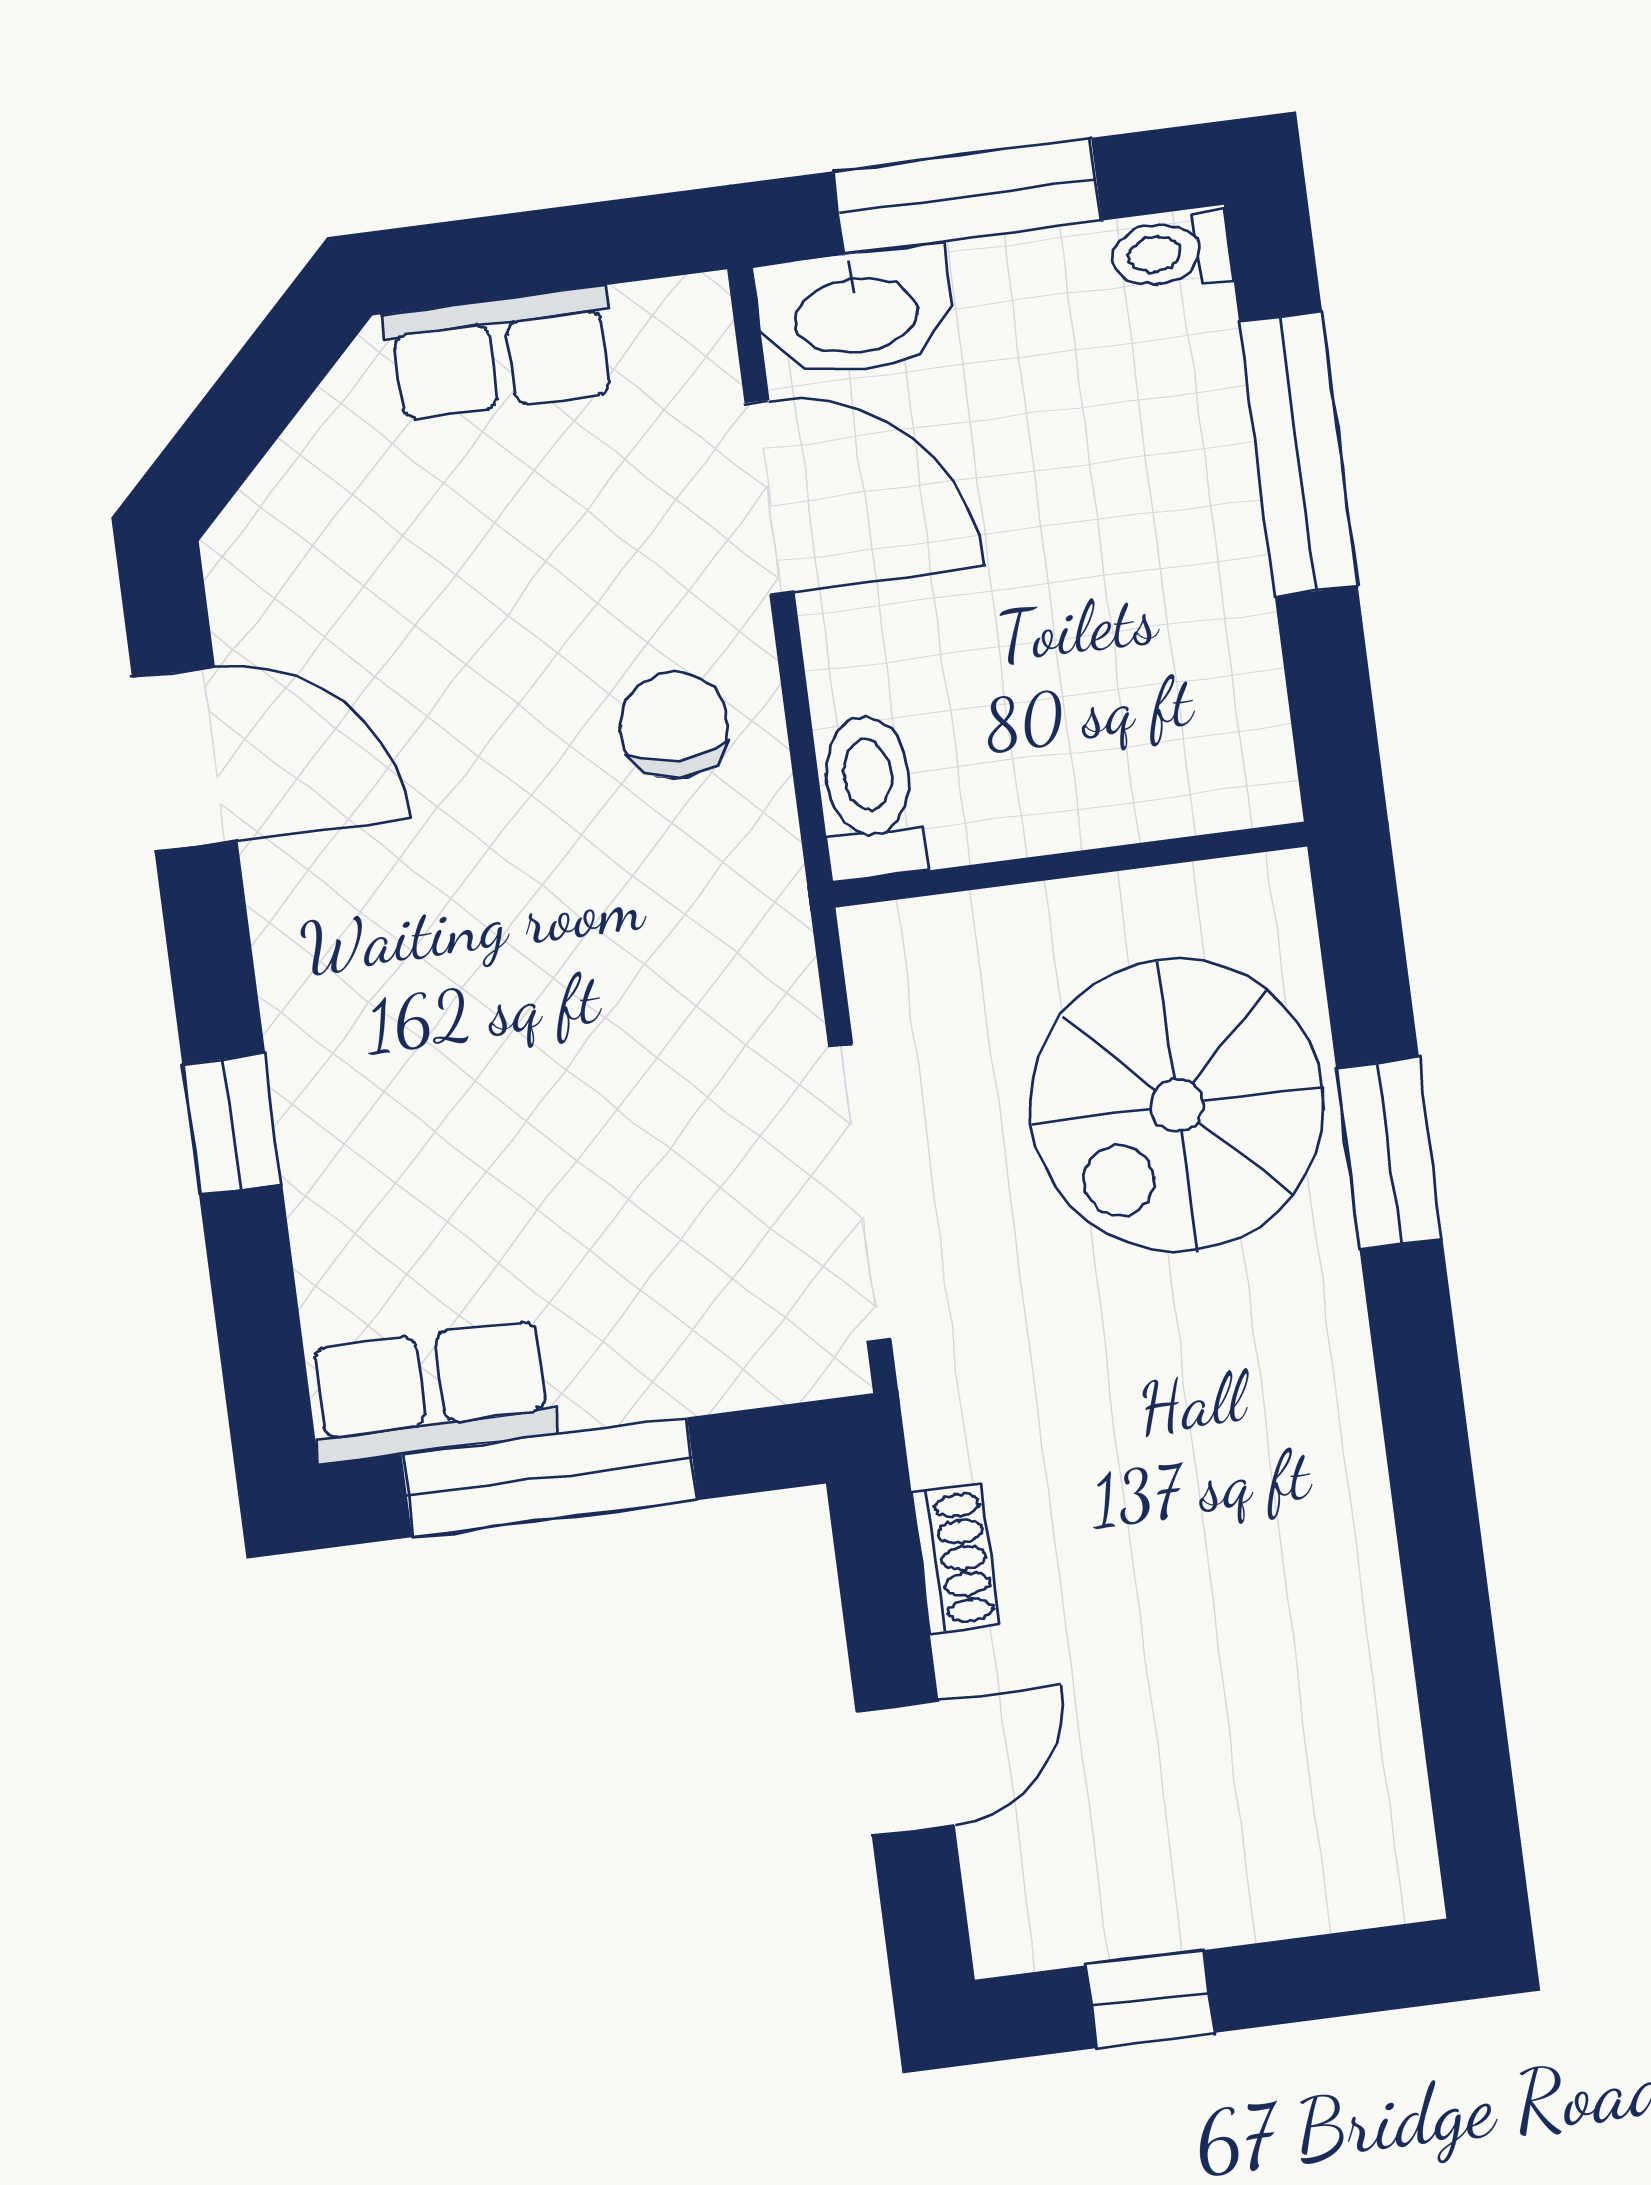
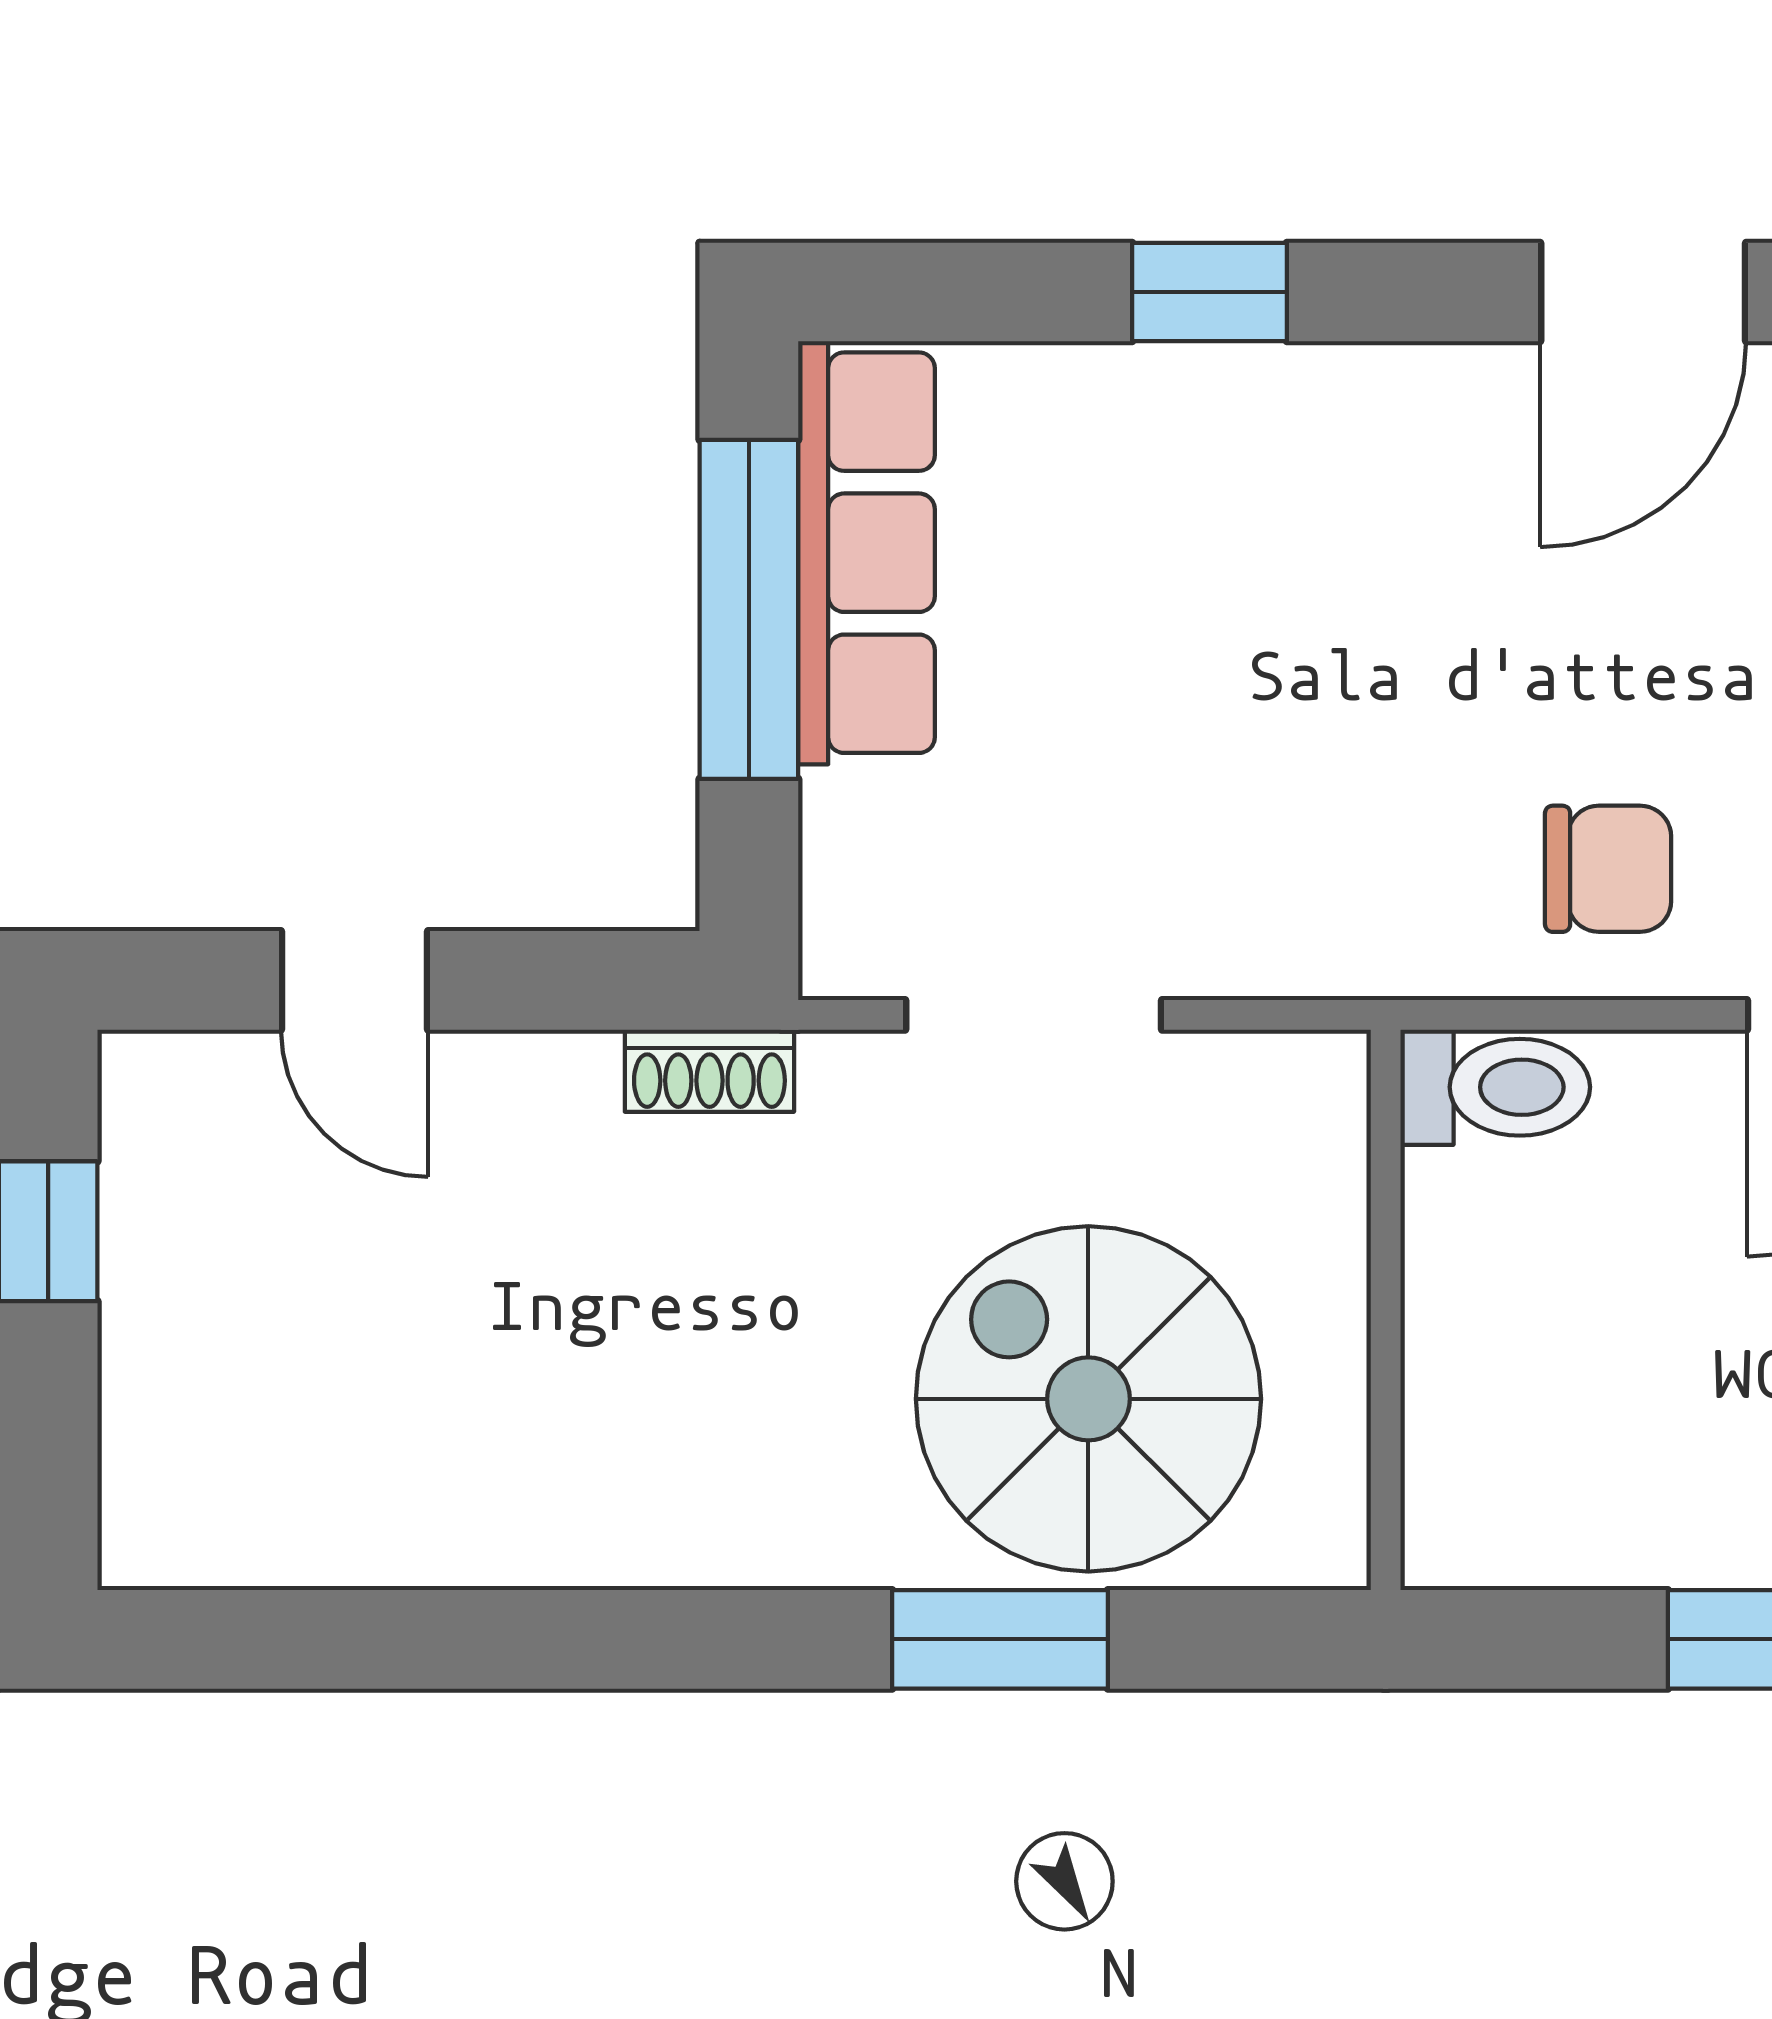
doorway: (860, 1193) -> (1034, 1015), width x0.73
row of seats: (432, 1392) -> (866, 553), width x1.48
shoe rack: (955, 1559) -> (709, 1071), moved

